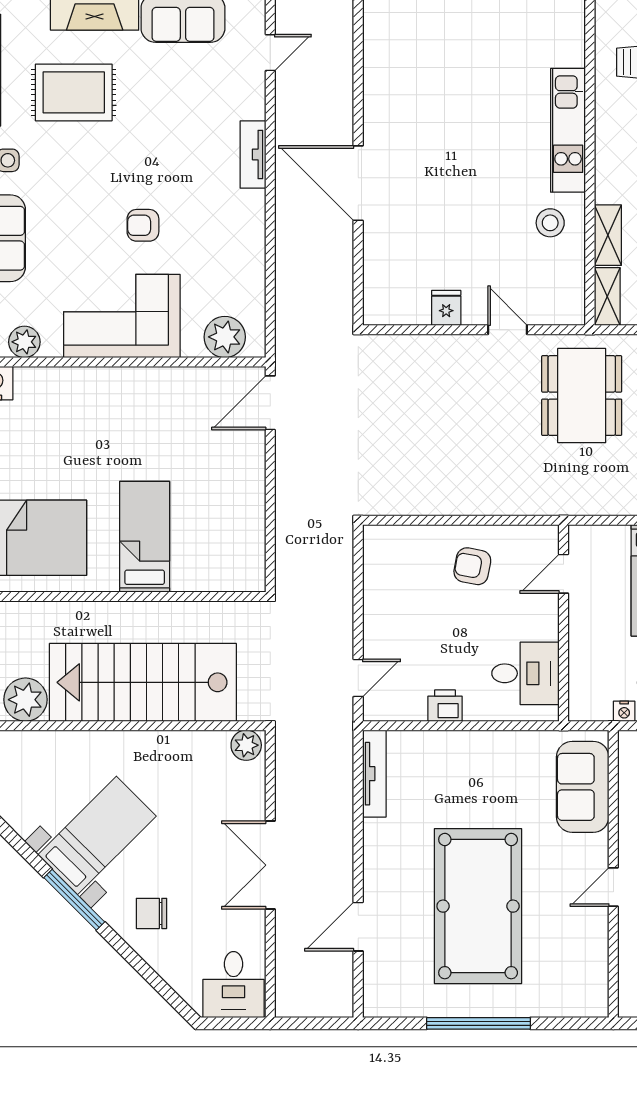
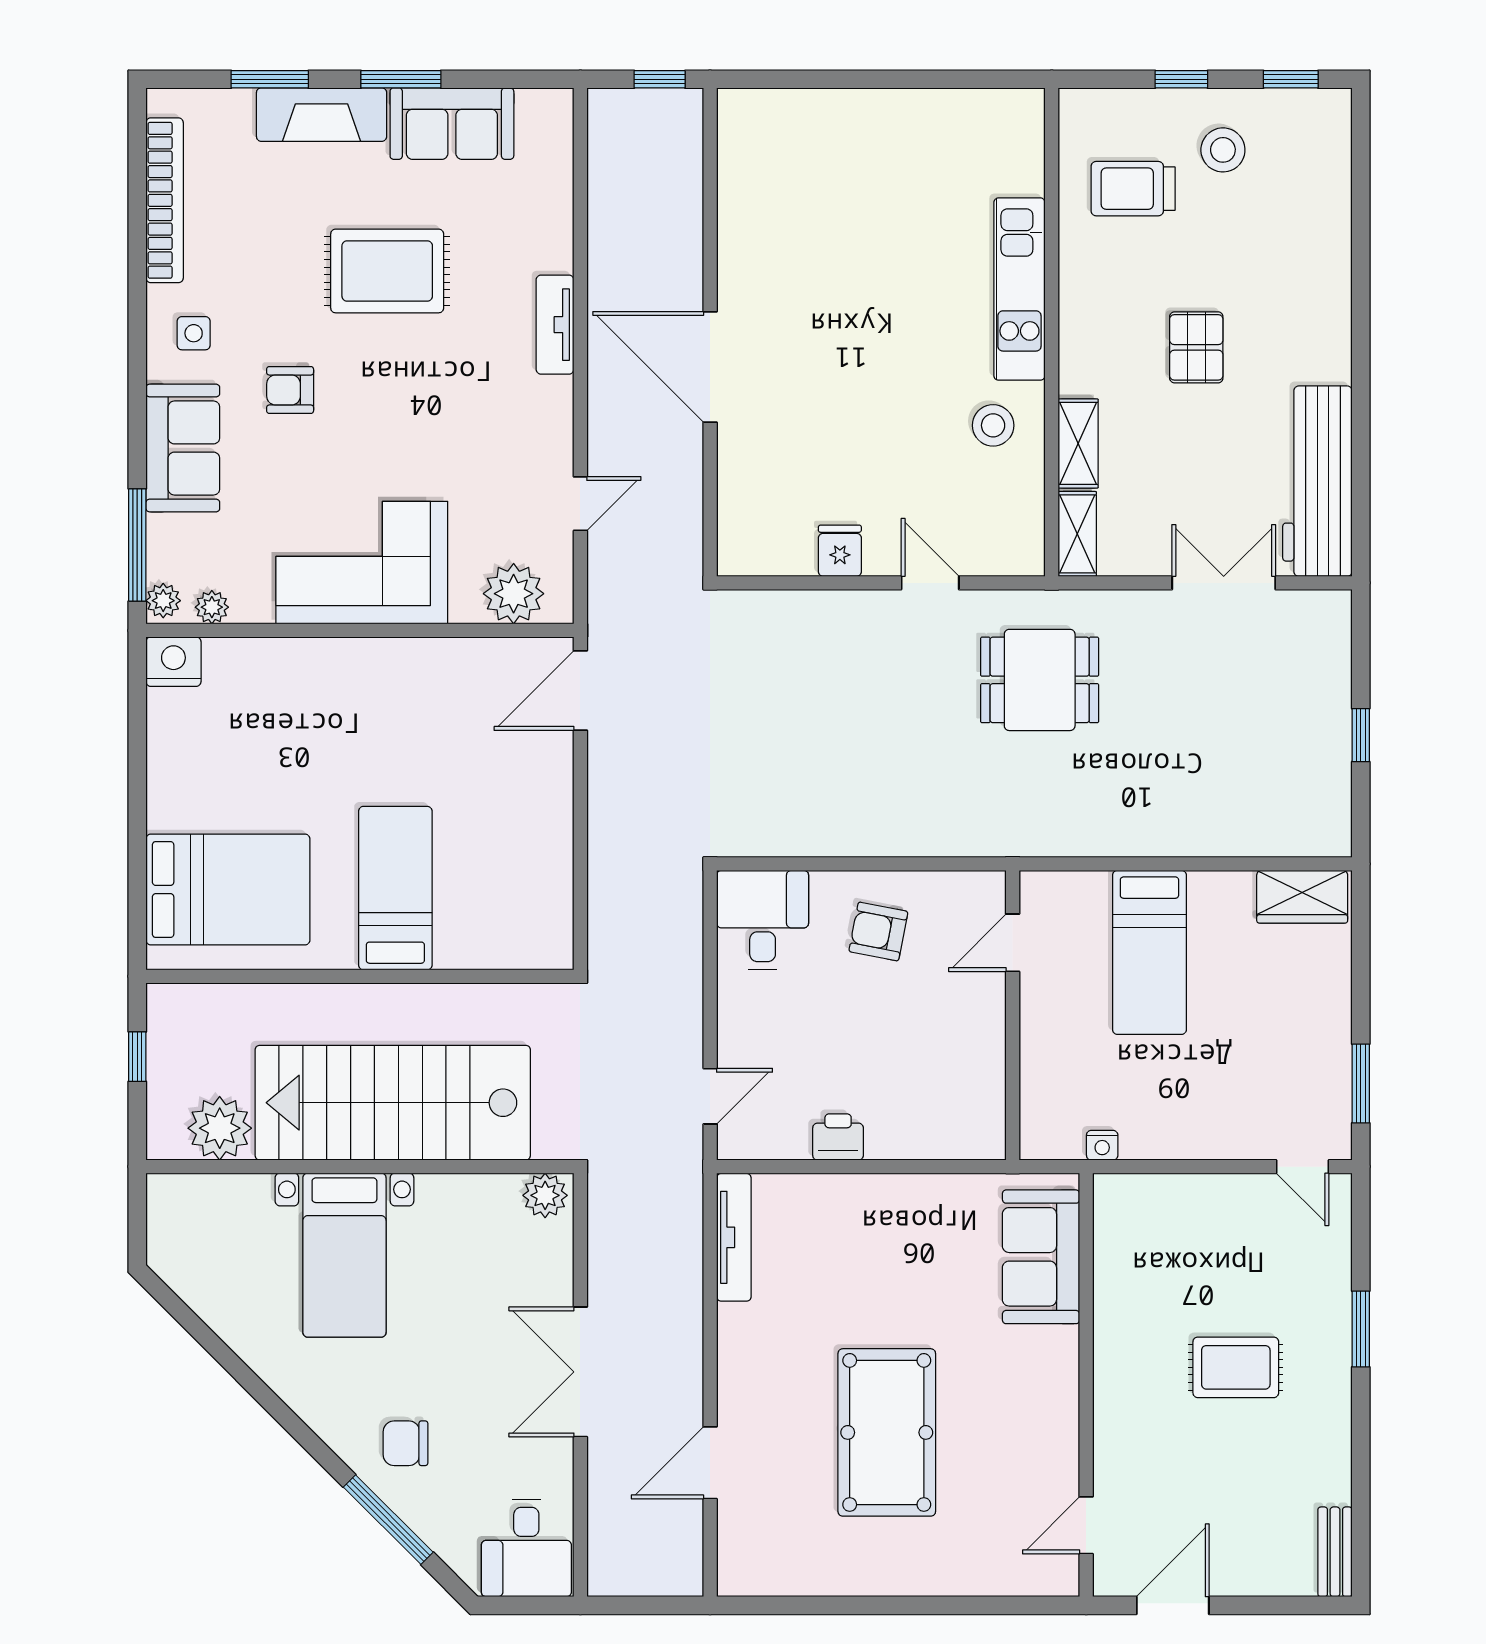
door: (270, 53) -> (580, 504), moved
rug: (74, 92) -> (387, 271), moved
armchair: (143, 225) -> (290, 390), moved
plant: (24, 342) -> (212, 607), width x0.73, depth x0.73
dining table: (582, 396) -> (1040, 680), width x0.73
desk: (525, 673) -> (763, 920), moved, turned -90
bed with nightstands: (97, 835) -> (344, 1255), moved, turned 135
door: (613, 887) -> (1086, 1525), moved
window: (74, 900) -> (388, 1520), moved
pool table: (478, 906) -> (887, 1432), width x0.73, depth x0.76
window: (478, 1023) -> (887, 1605), removed

